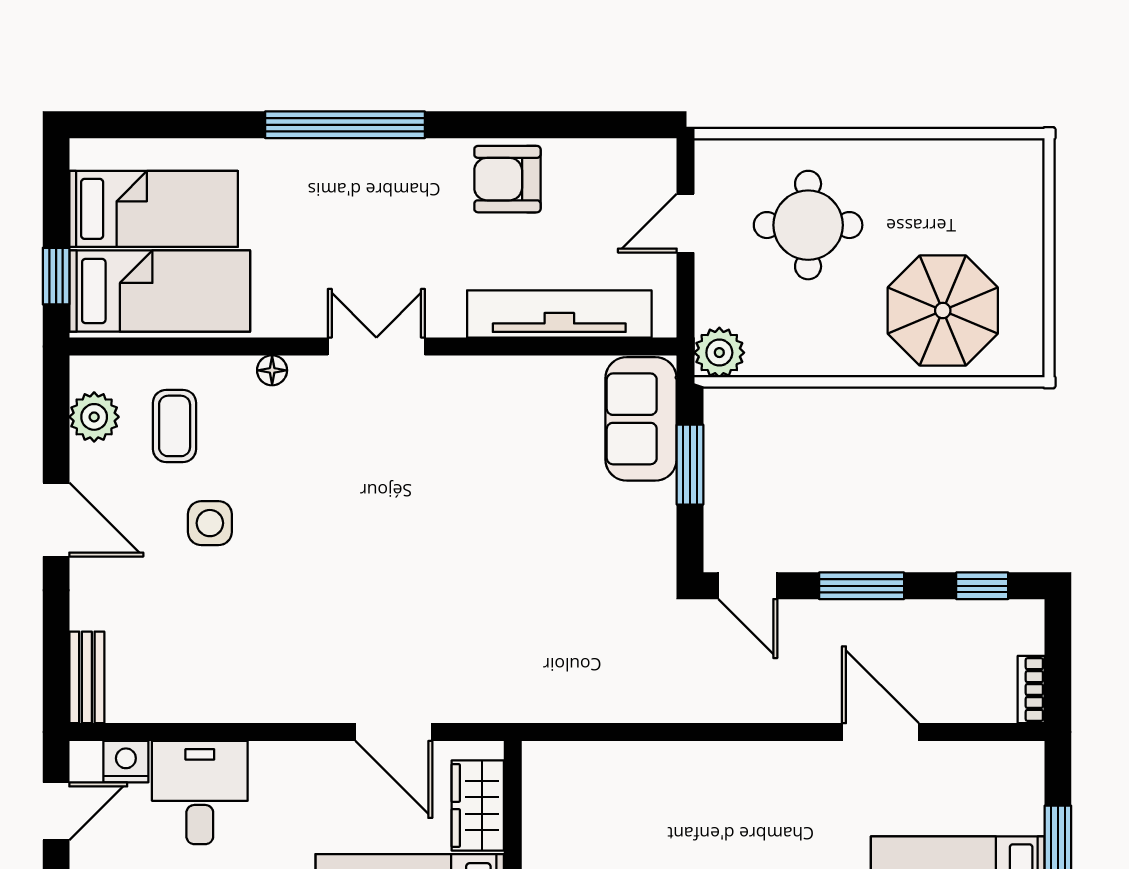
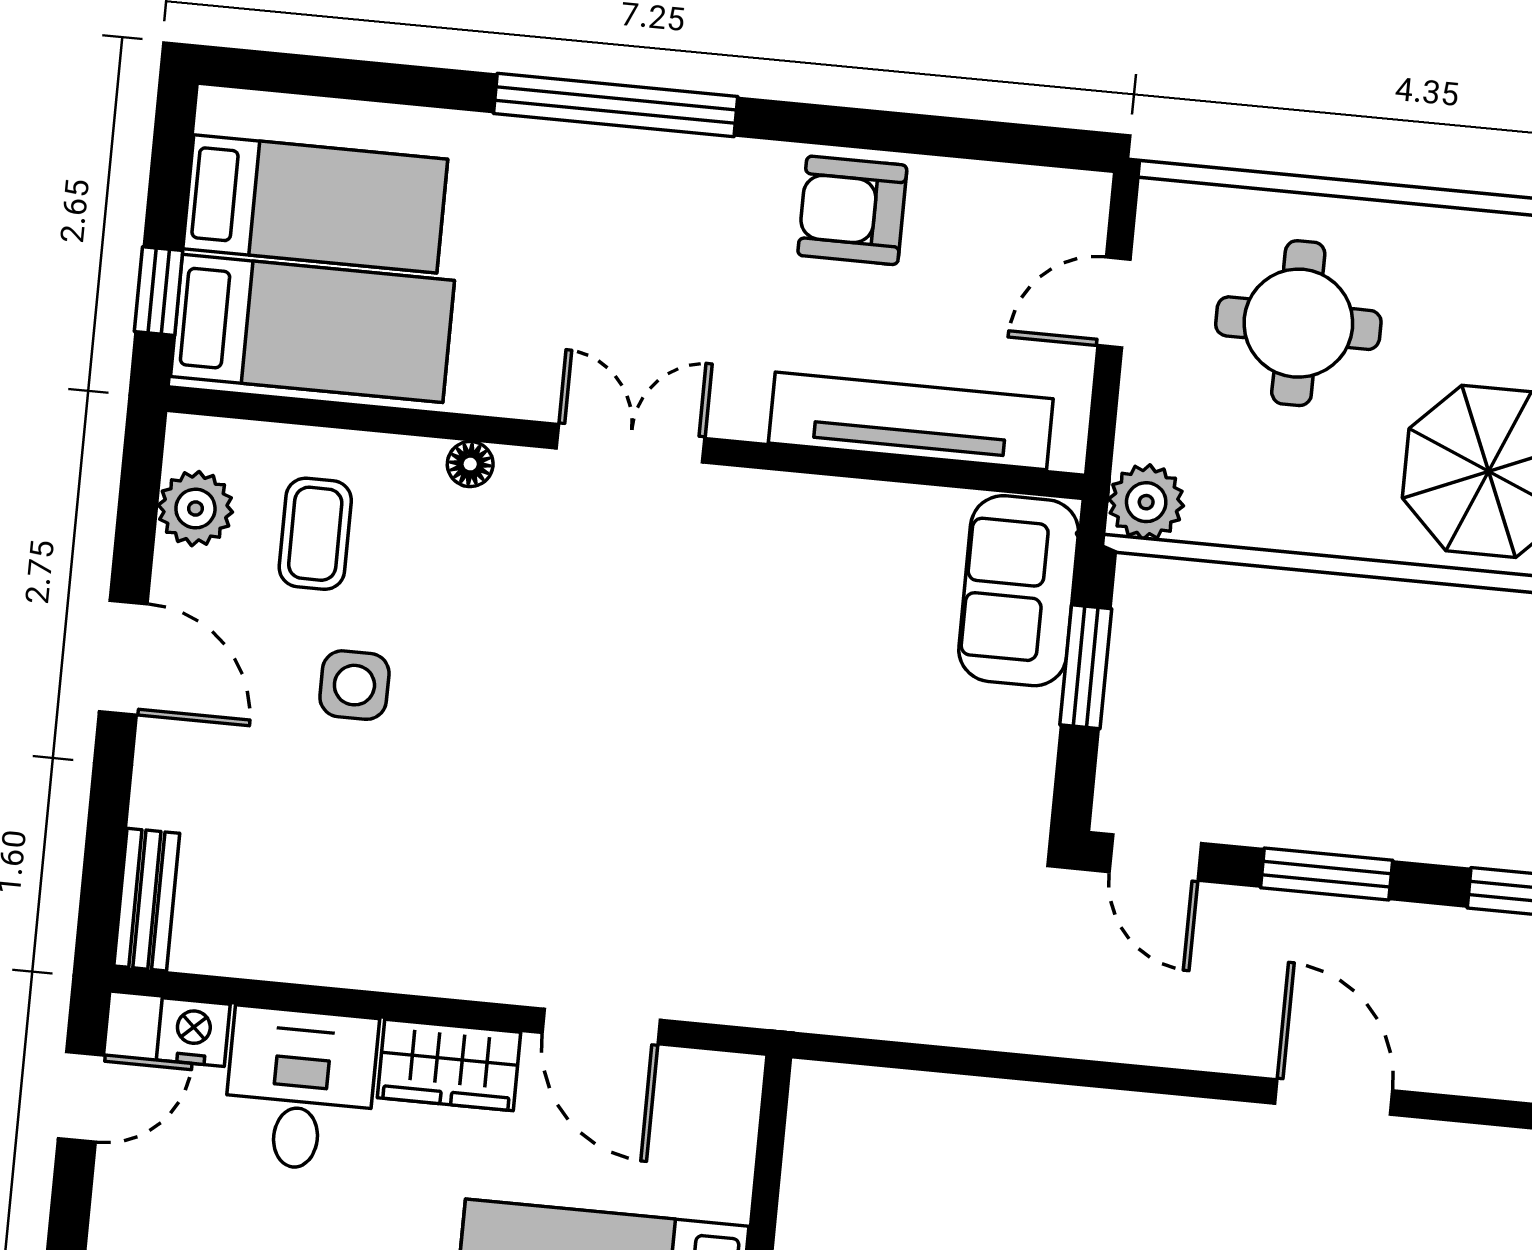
wardrobe: (478, 805) -> (449, 1065), moved, turned -90

